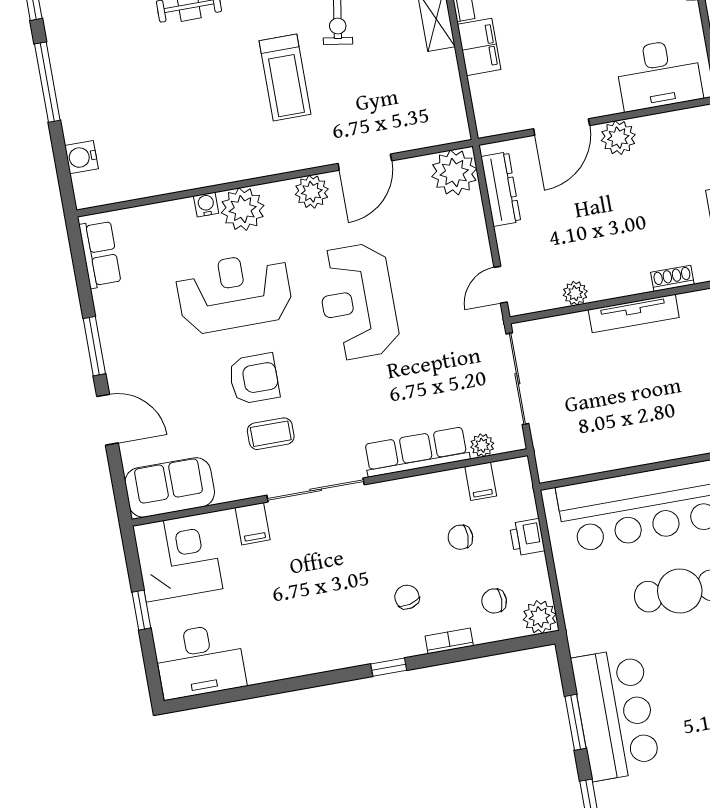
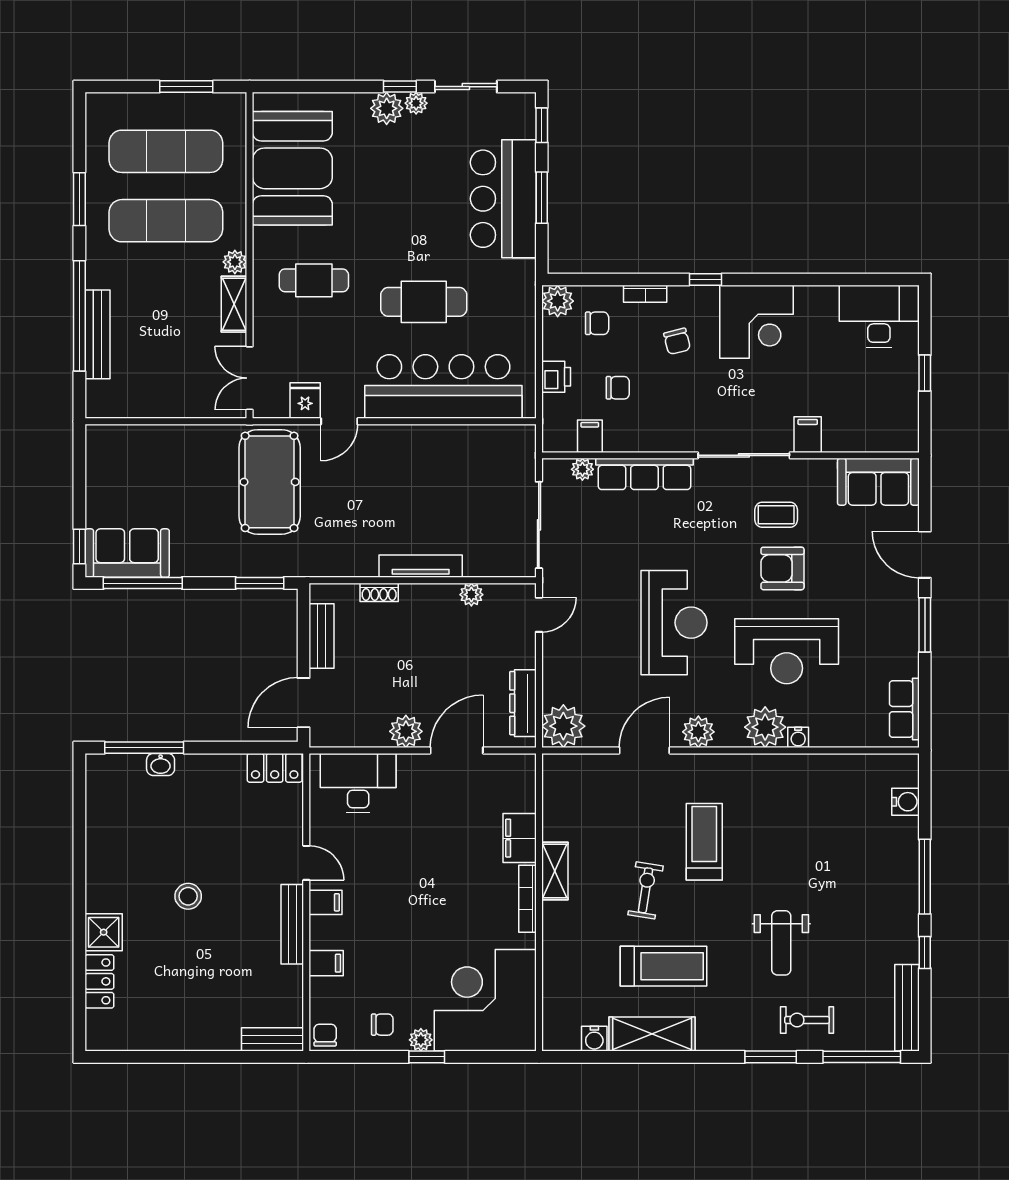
corner desk: (178, 557) -> (756, 322), moved, turned -90

